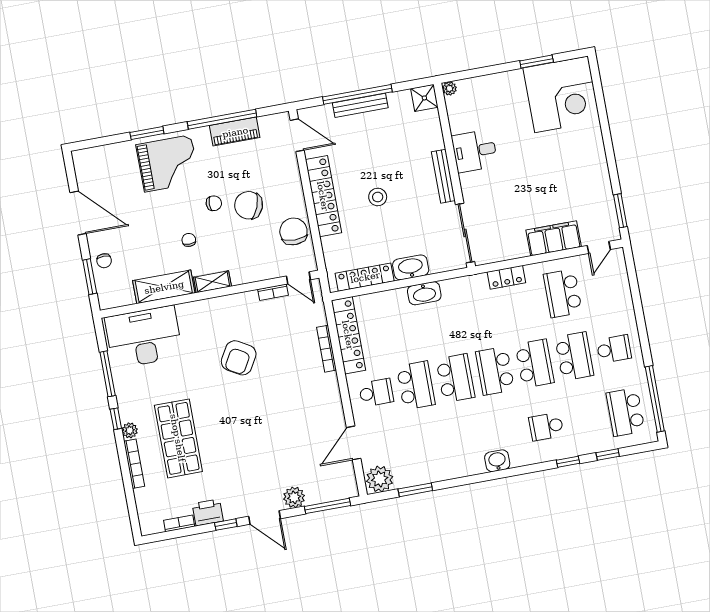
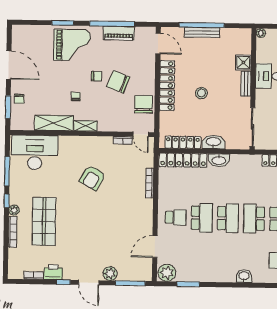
shower: (424, 98) -> (243, 62), moved
bench: (443, 176) -> (246, 84), width x0.73
locker: (348, 335) -> (183, 160), moved, turned 90

